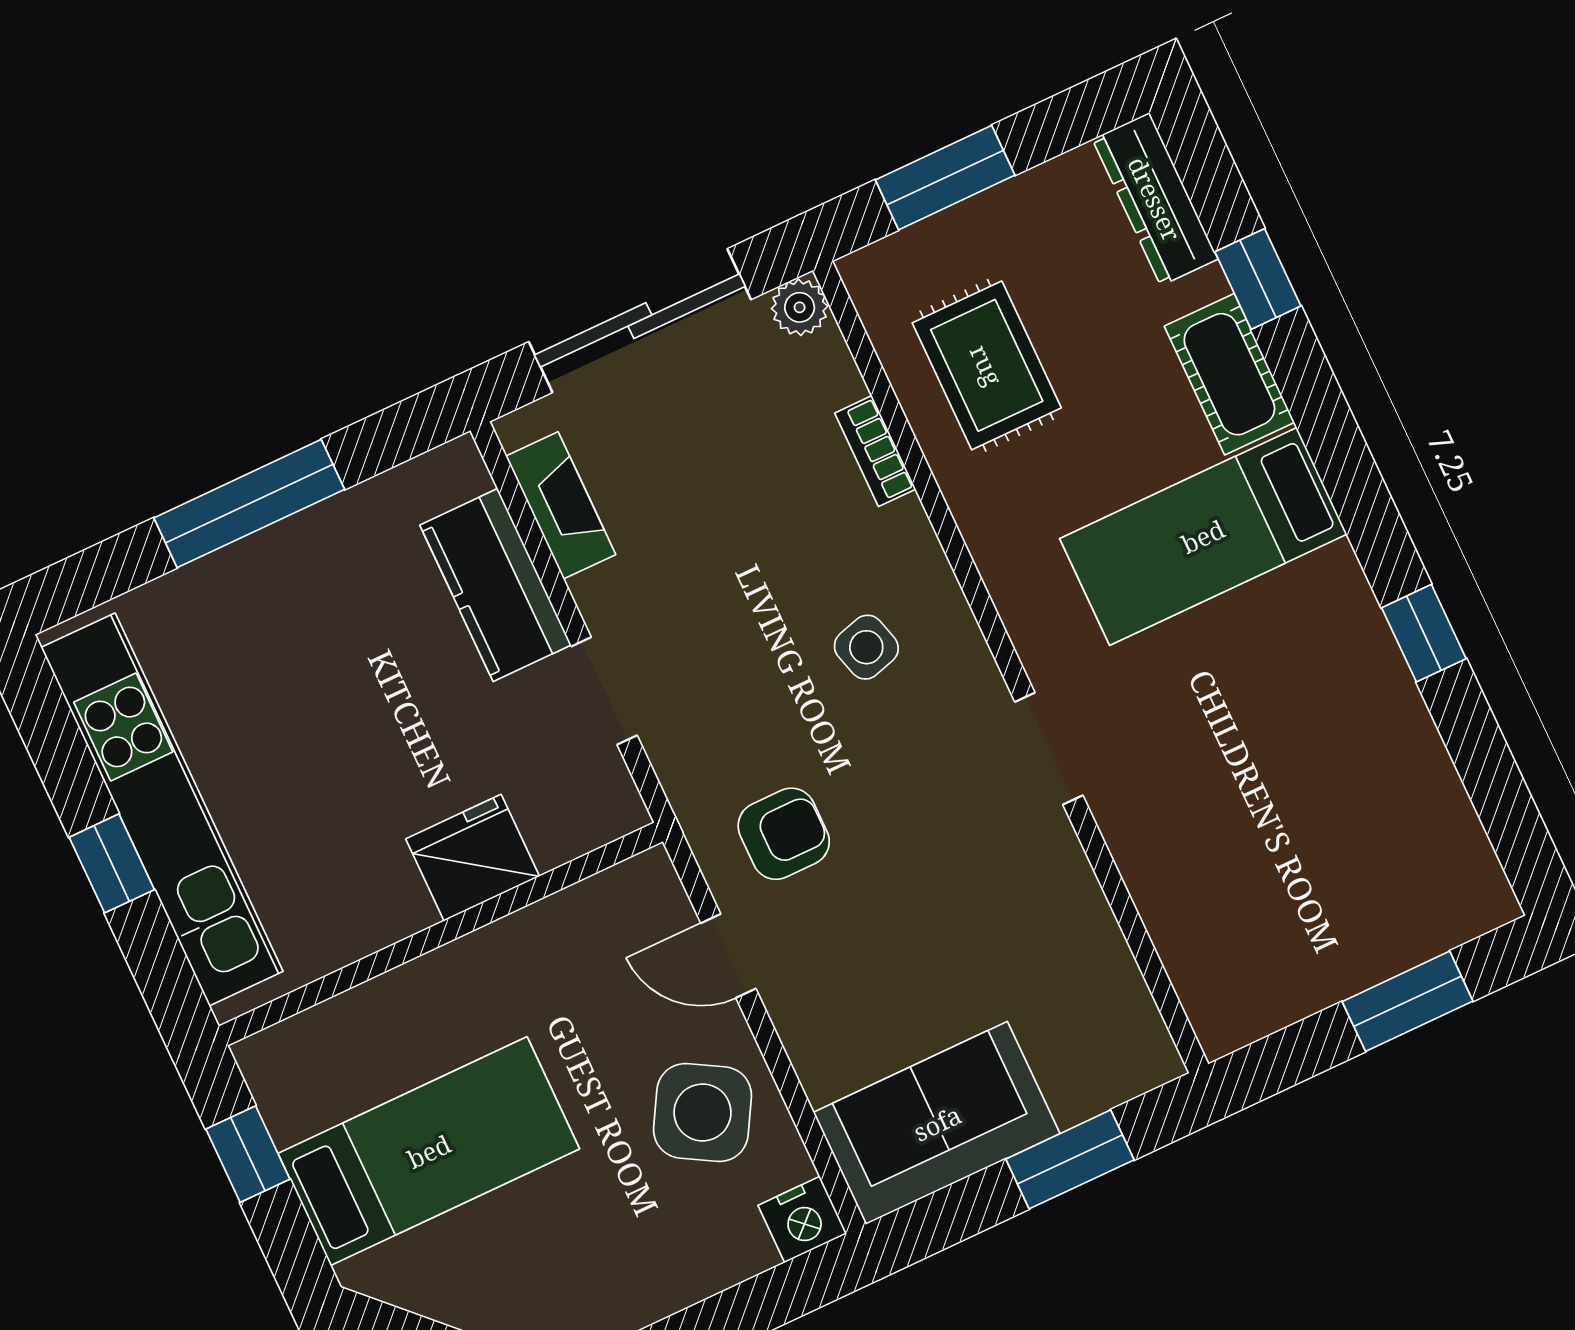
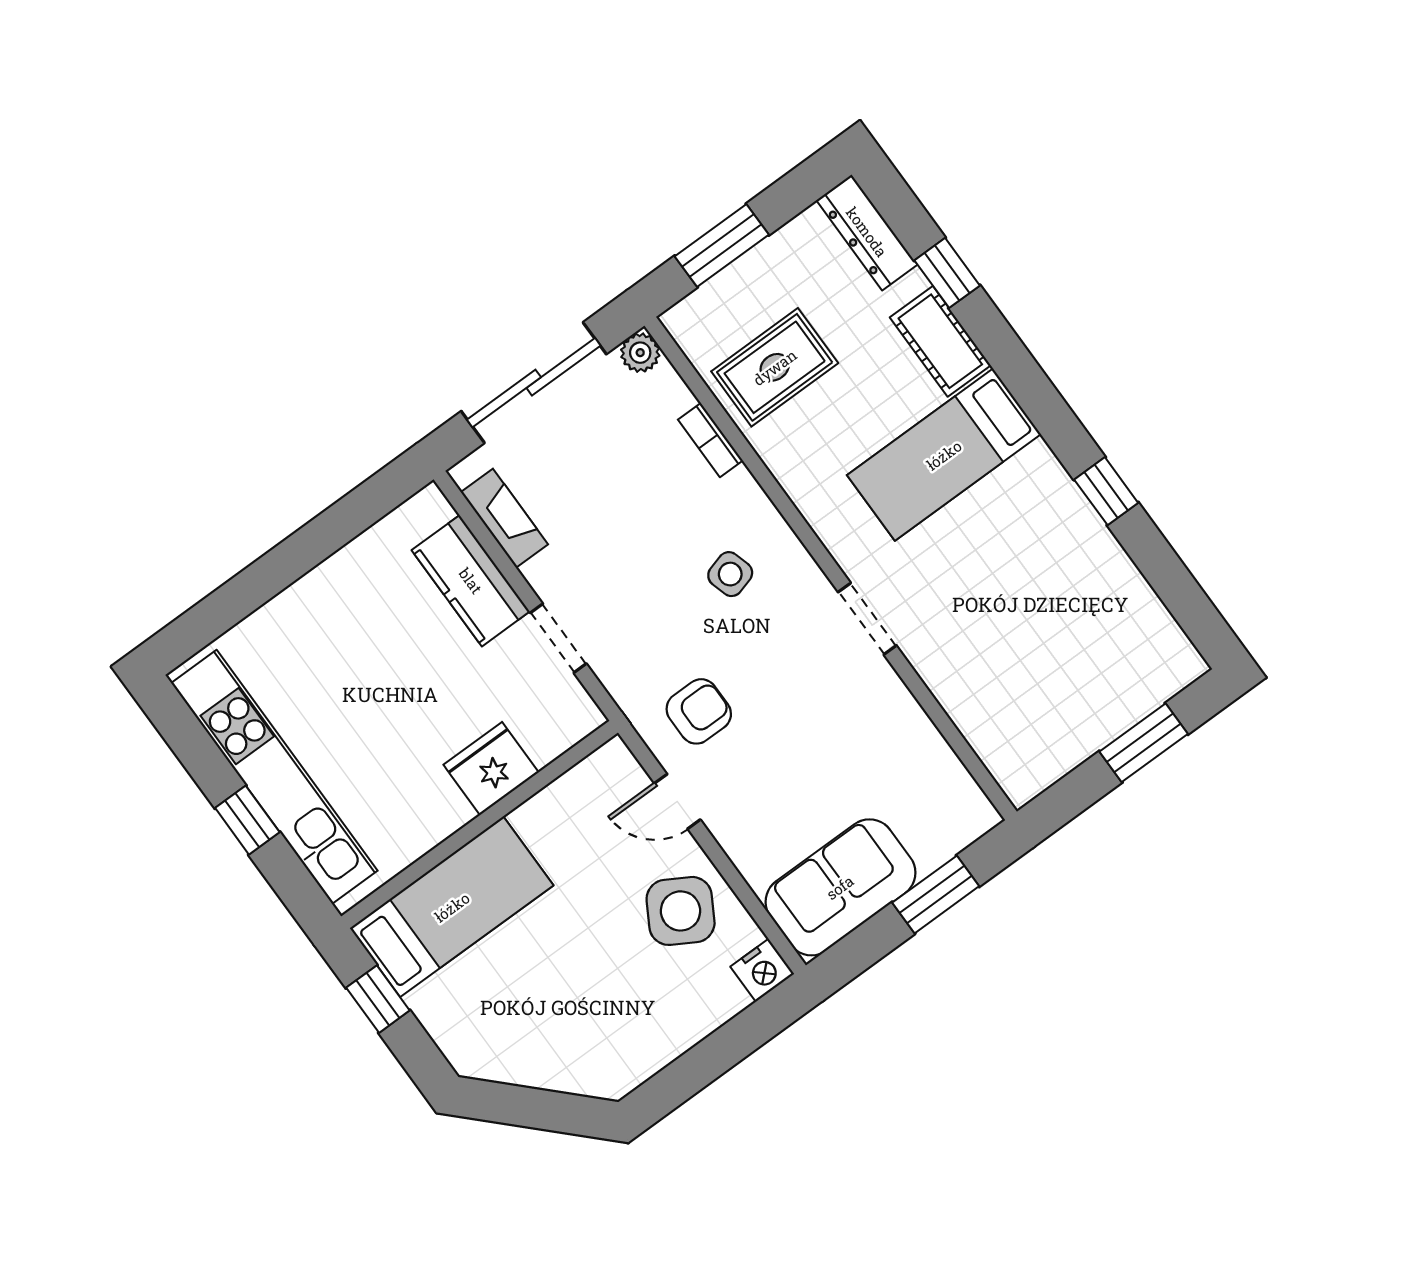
rug: (987, 365) -> (775, 367), turned 90
window: (249, 504) -> (293, 558), removed
bed: (429, 1151) -> (452, 907), moved

